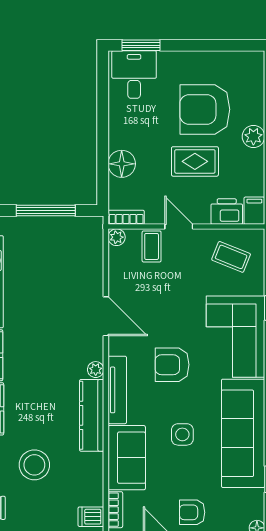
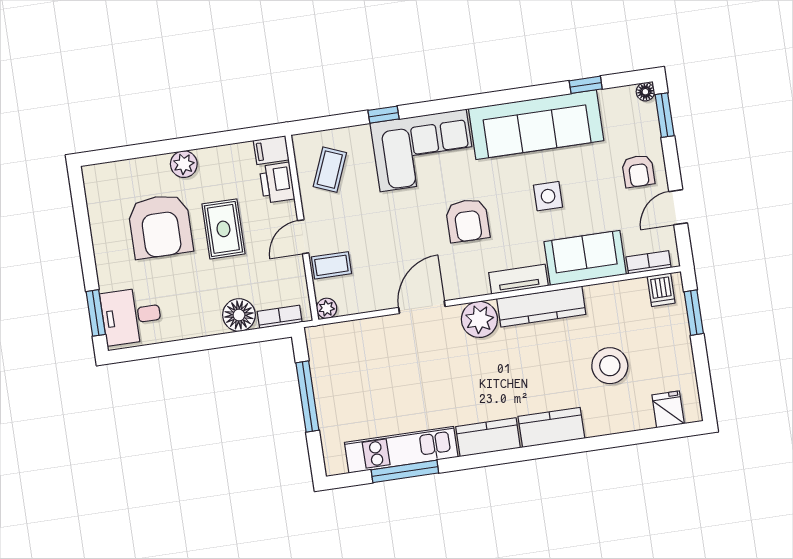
bookcase: (126, 217) -> (280, 317), moved, turned 90
plant: (96, 370) -> (479, 319), width x1.87, depth x1.87
tv unit: (117, 390) -> (518, 279), width x0.71

